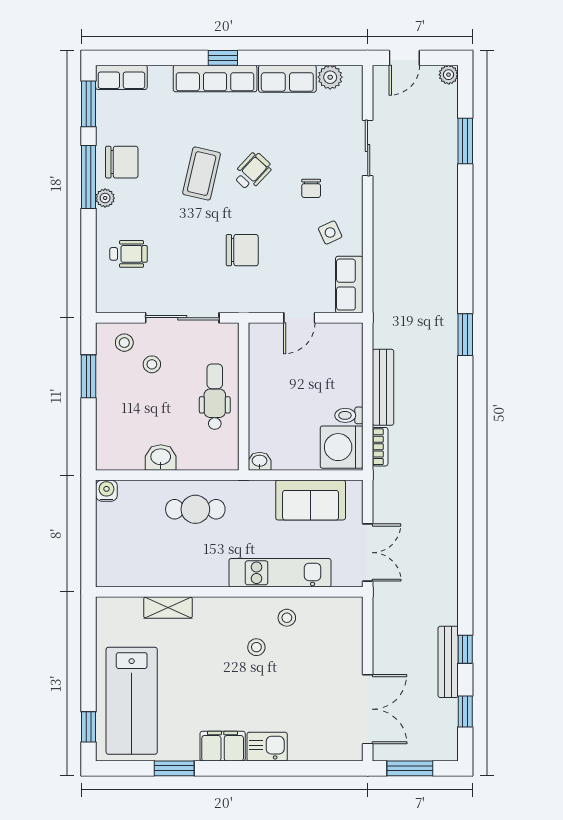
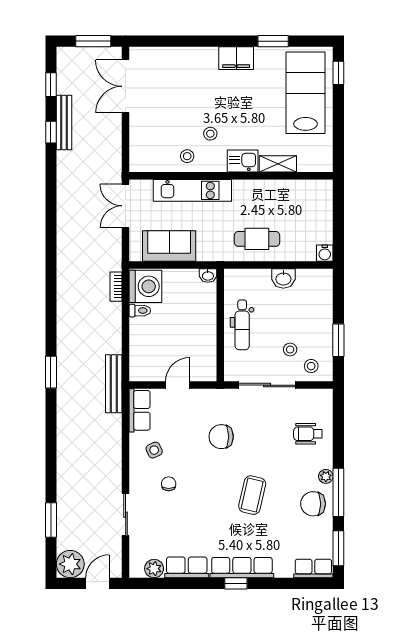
plant: (449, 75) -> (70, 564), width x1.87, depth x1.87
wheelchair: (252, 171) -> (213, 497), removed
bench: (383, 387) -> (114, 384), moved
kitchen sink: (267, 747) -> (243, 161), moved, turned 180

